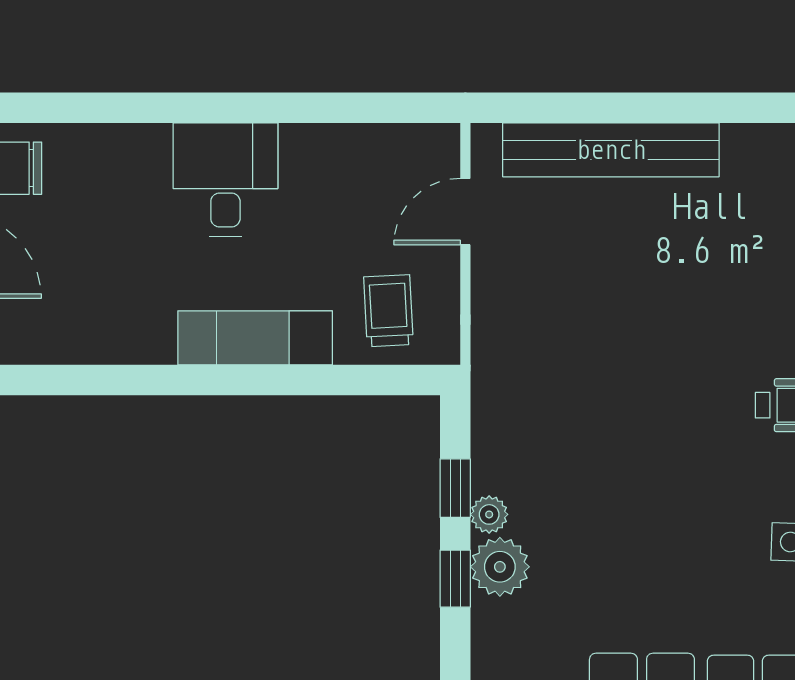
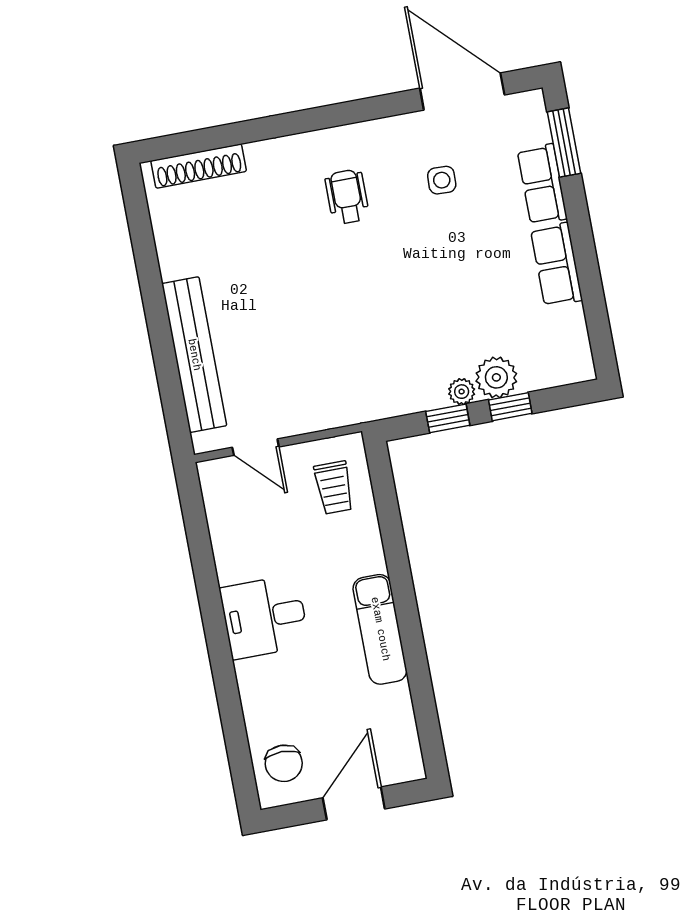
trolley: (388, 311) -> (334, 487), turned -87
exam couch: (255, 338) -> (380, 629), moved

